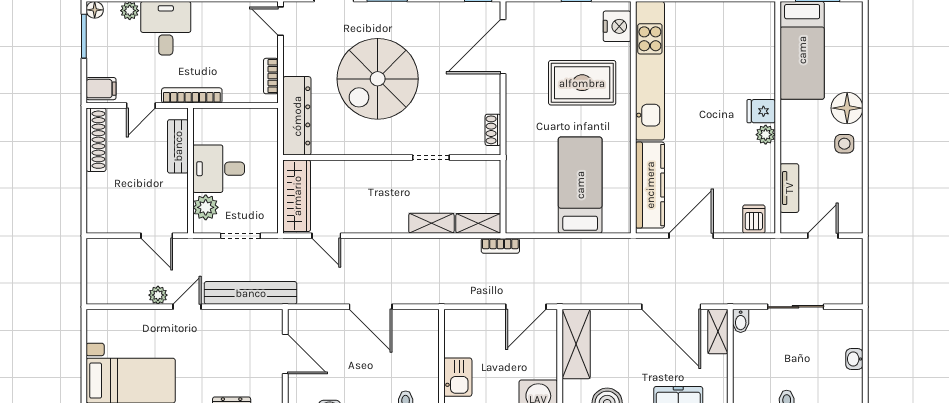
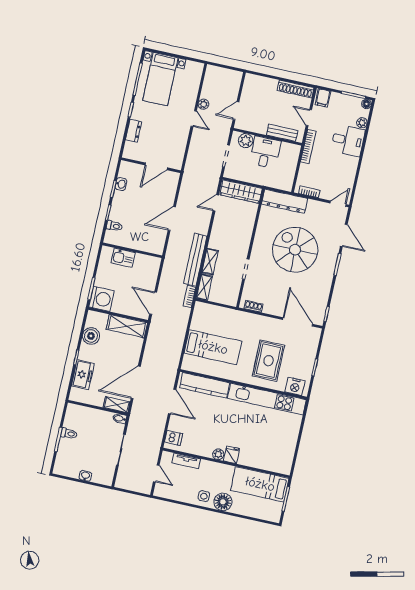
bench: (251, 293) -> (195, 260), moved

